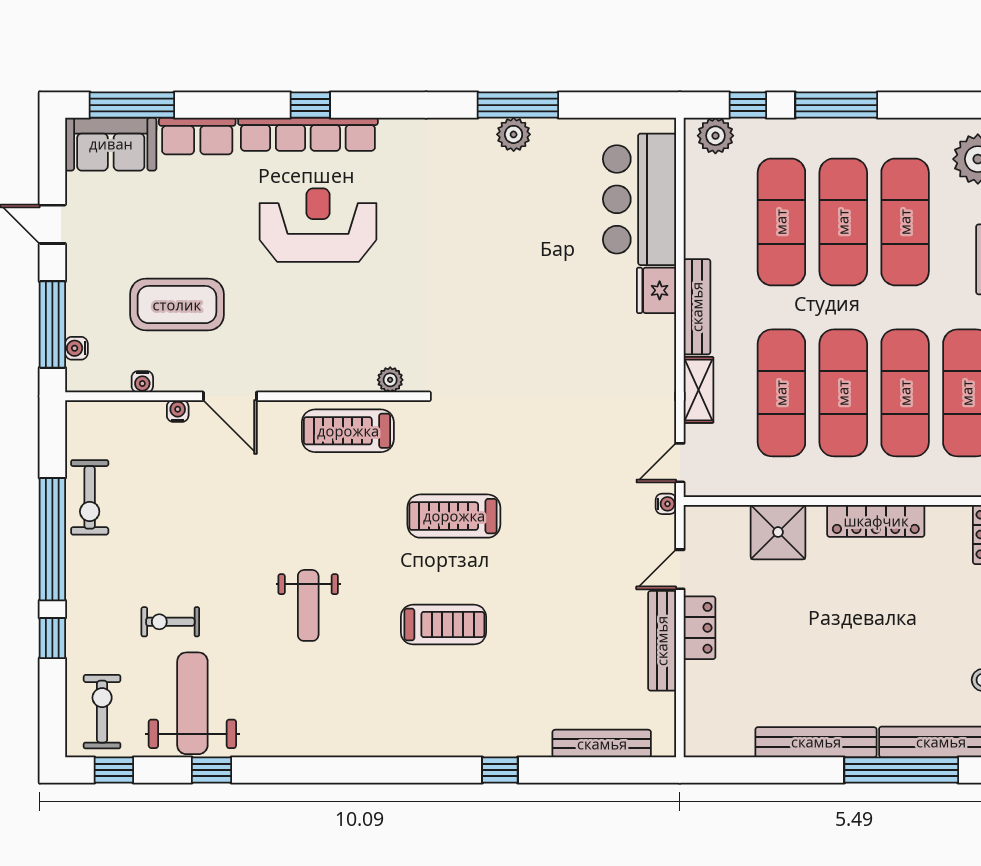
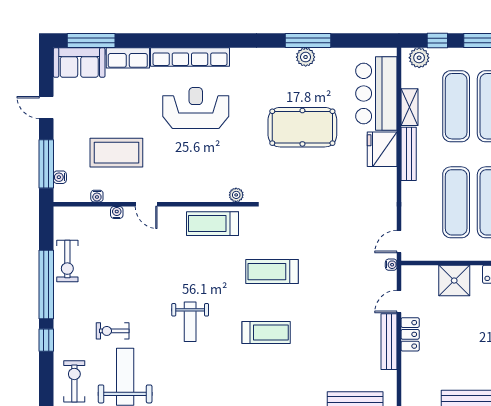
window: (310, 105) -> (191, 41), removed
pool table: (508, 259) -> (302, 127), added
fridge: (656, 290) -> (382, 149), width x1.36, depth x1.34
shelving: (699, 390) -> (410, 107), moved
door: (230, 396) -> (146, 204), width x0.73

